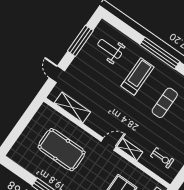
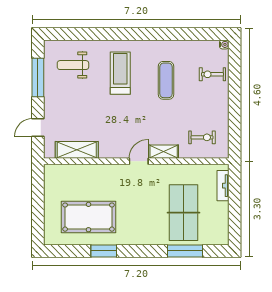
window: (160, 53) -> (126, 34), removed
door: (57, 74) -> (38, 128), hinge flipped
pool table: (62, 150) -> (88, 217), moved

